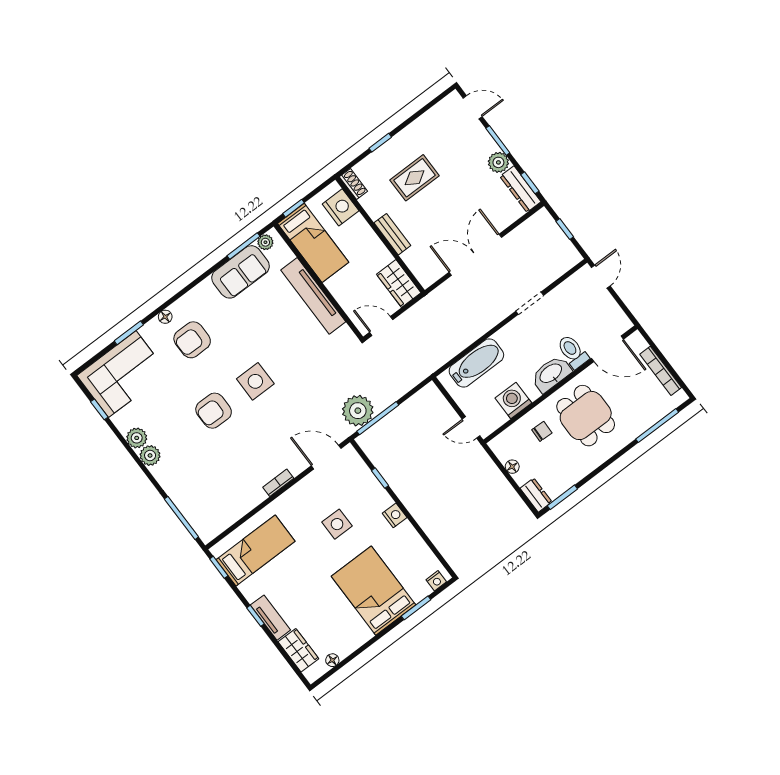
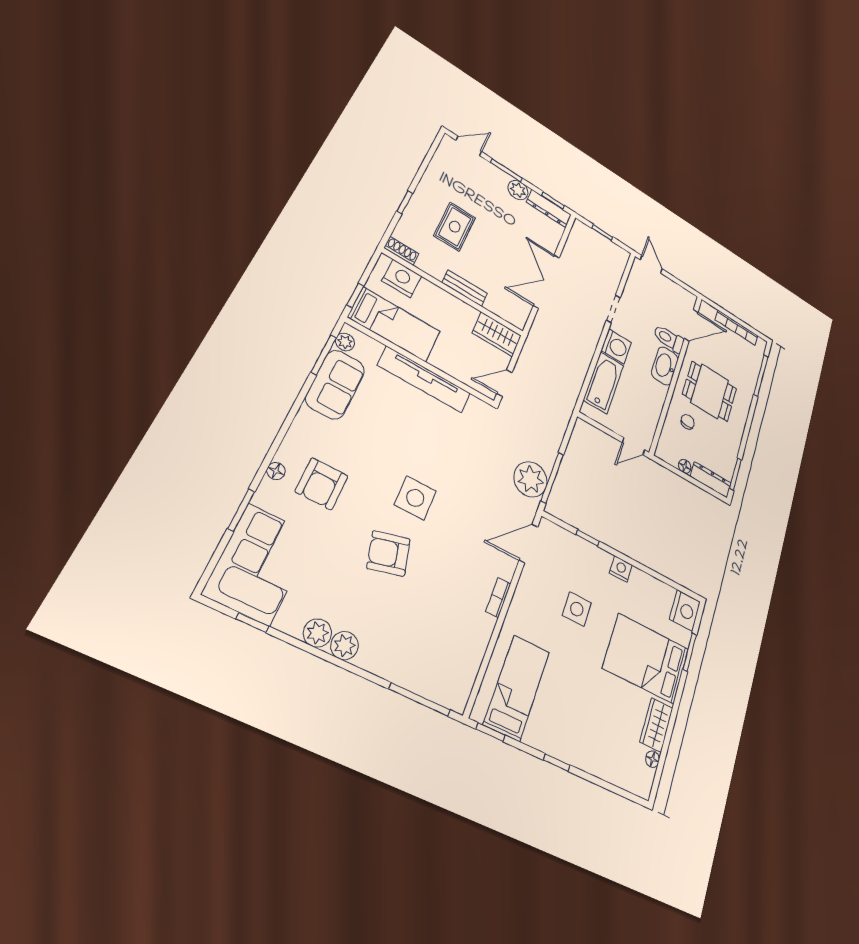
washing machine: (513, 400) -> (616, 346), moved, turned 180
armchair: (214, 411) -> (389, 553), turned 76
dresser: (536, 495) -> (711, 480), width x1.44
nightstand: (436, 581) -> (685, 611), width x1.89, depth x1.79
tv unit: (270, 618) -> (572, 754), removed
wardrobe: (298, 650) -> (656, 725), moved, turned -90

